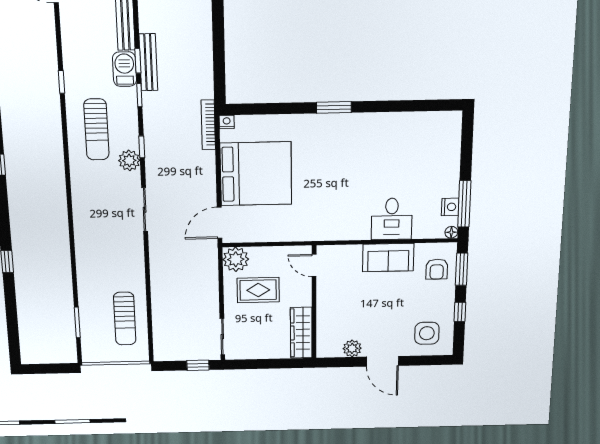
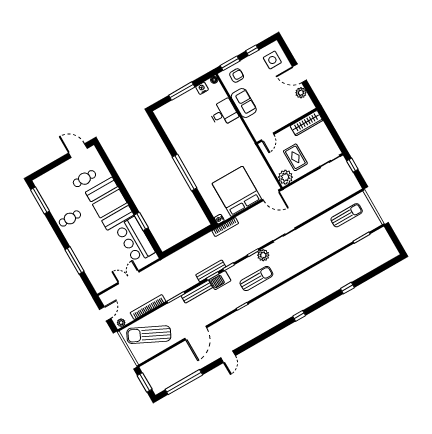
window: (334, 107) -> (185, 173), width x2.11
window: (464, 204) -> (182, 91), moved
door: (382, 361) -> (299, 73), swing flipped

